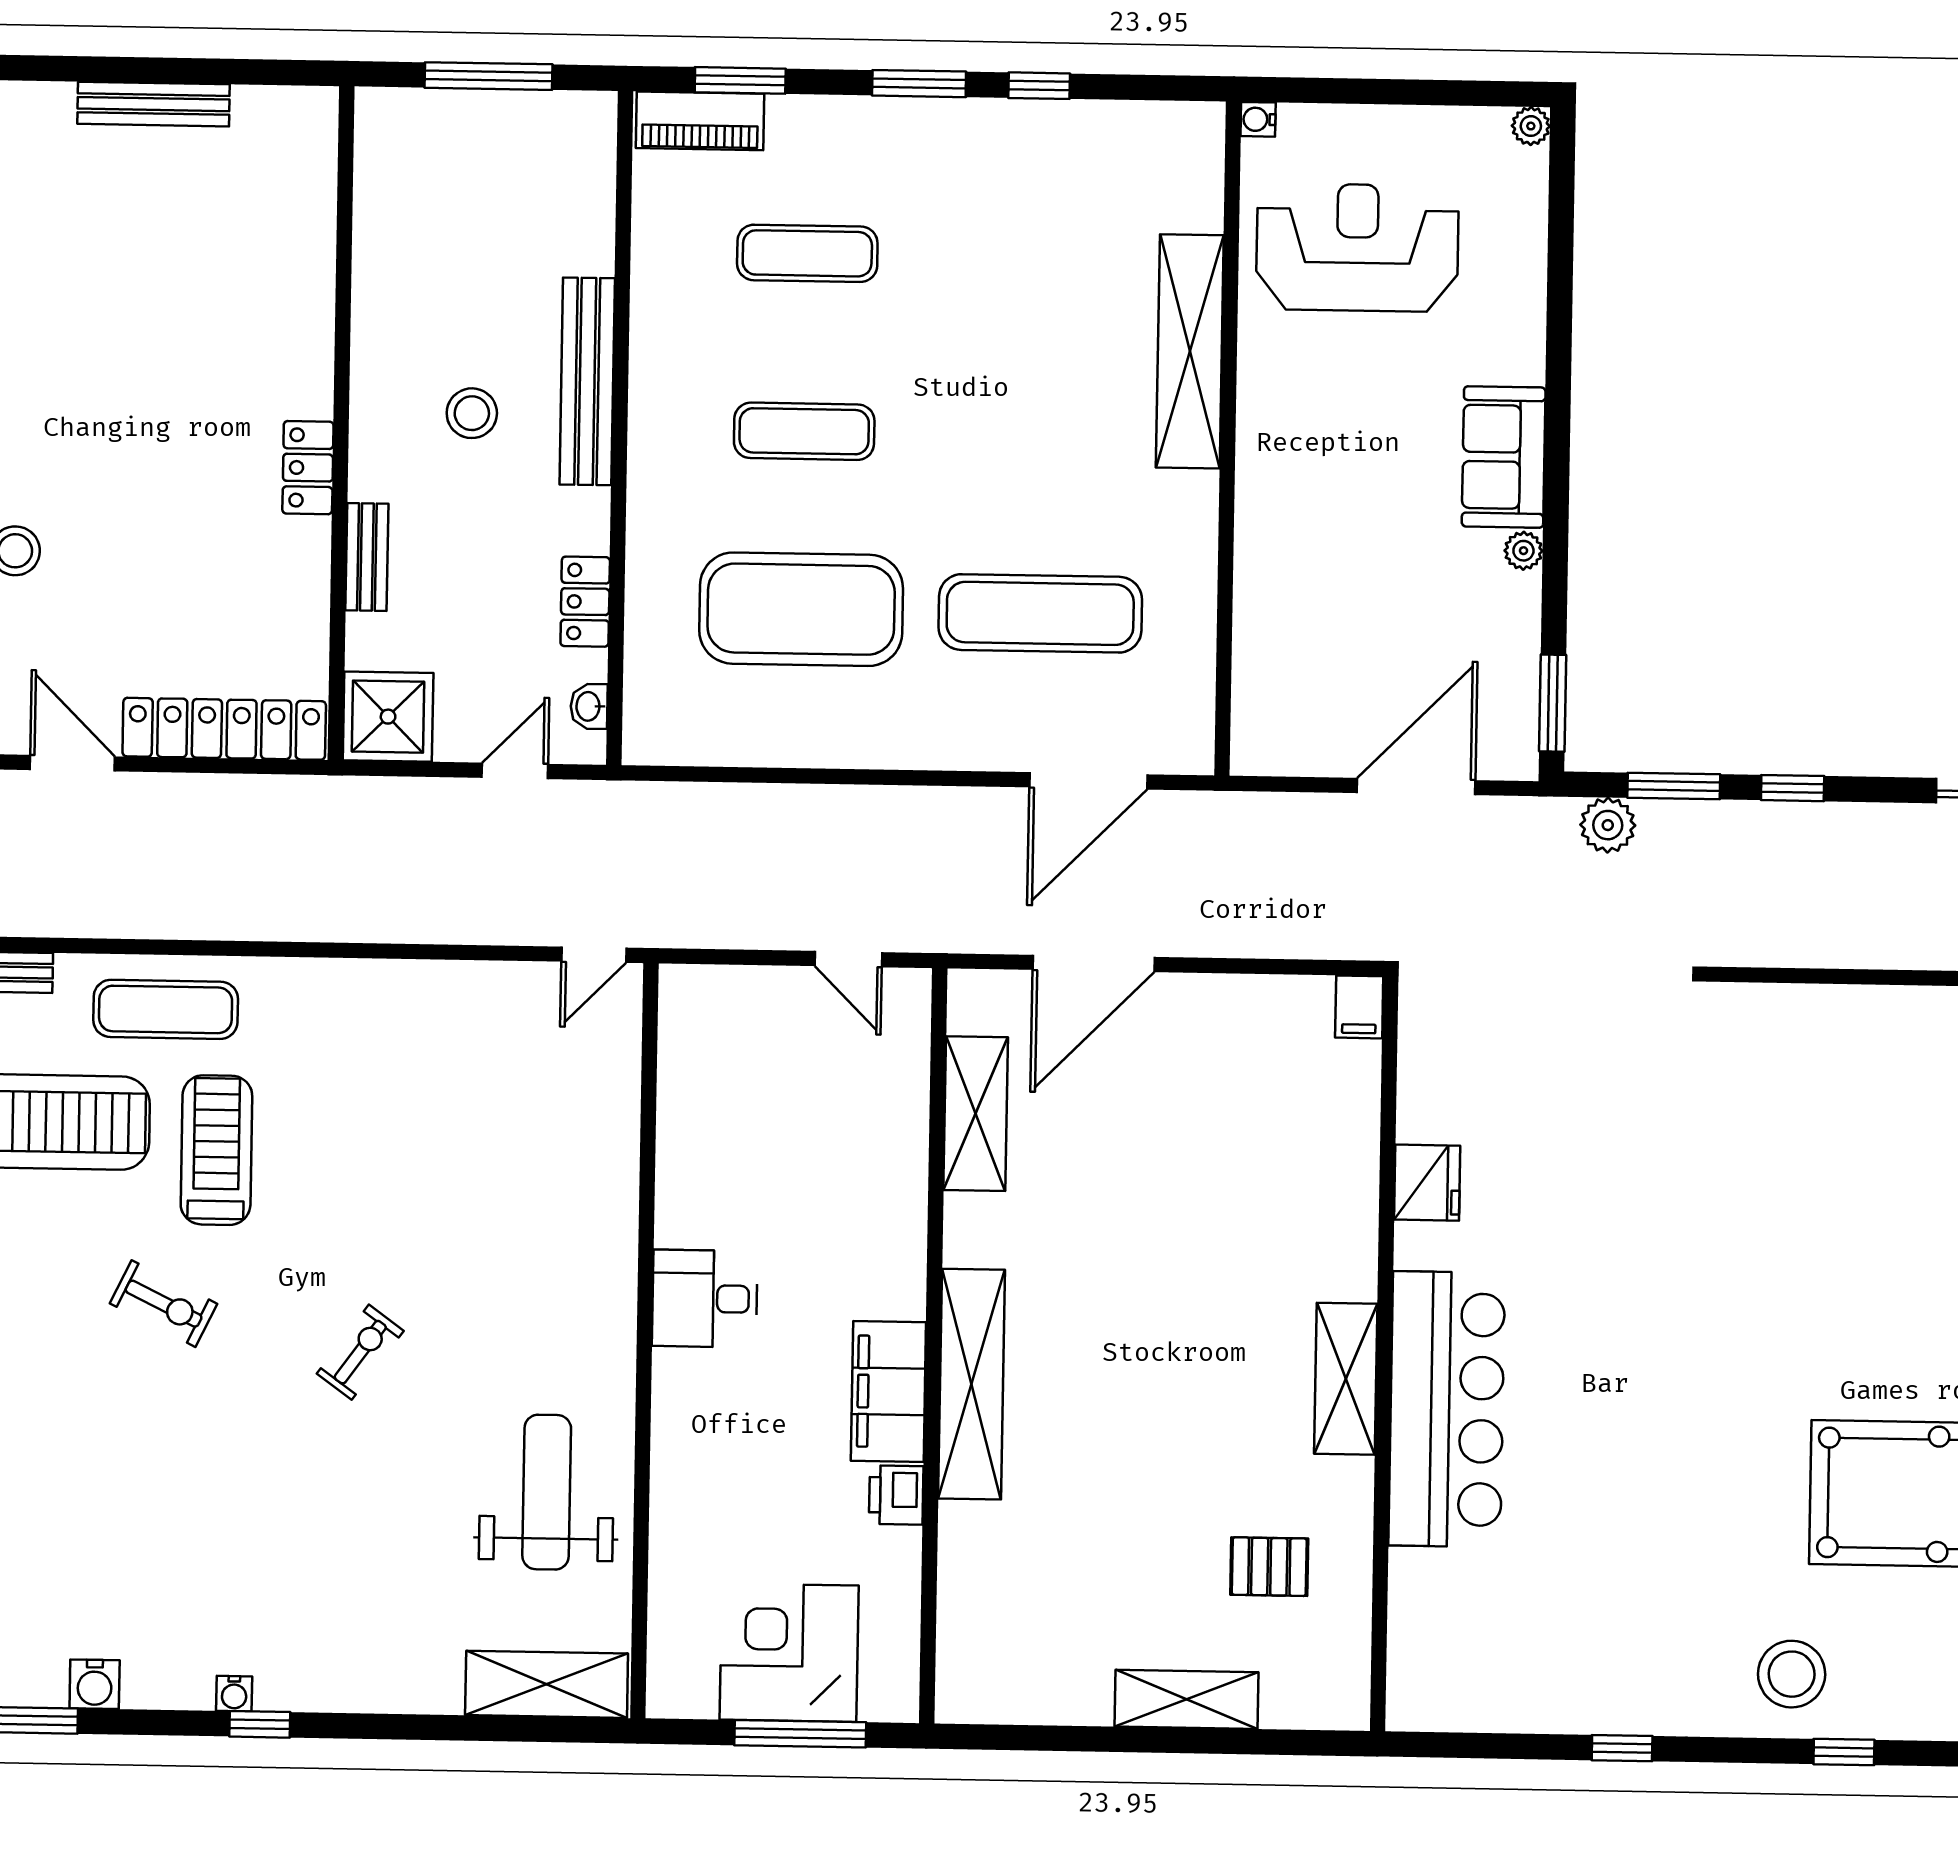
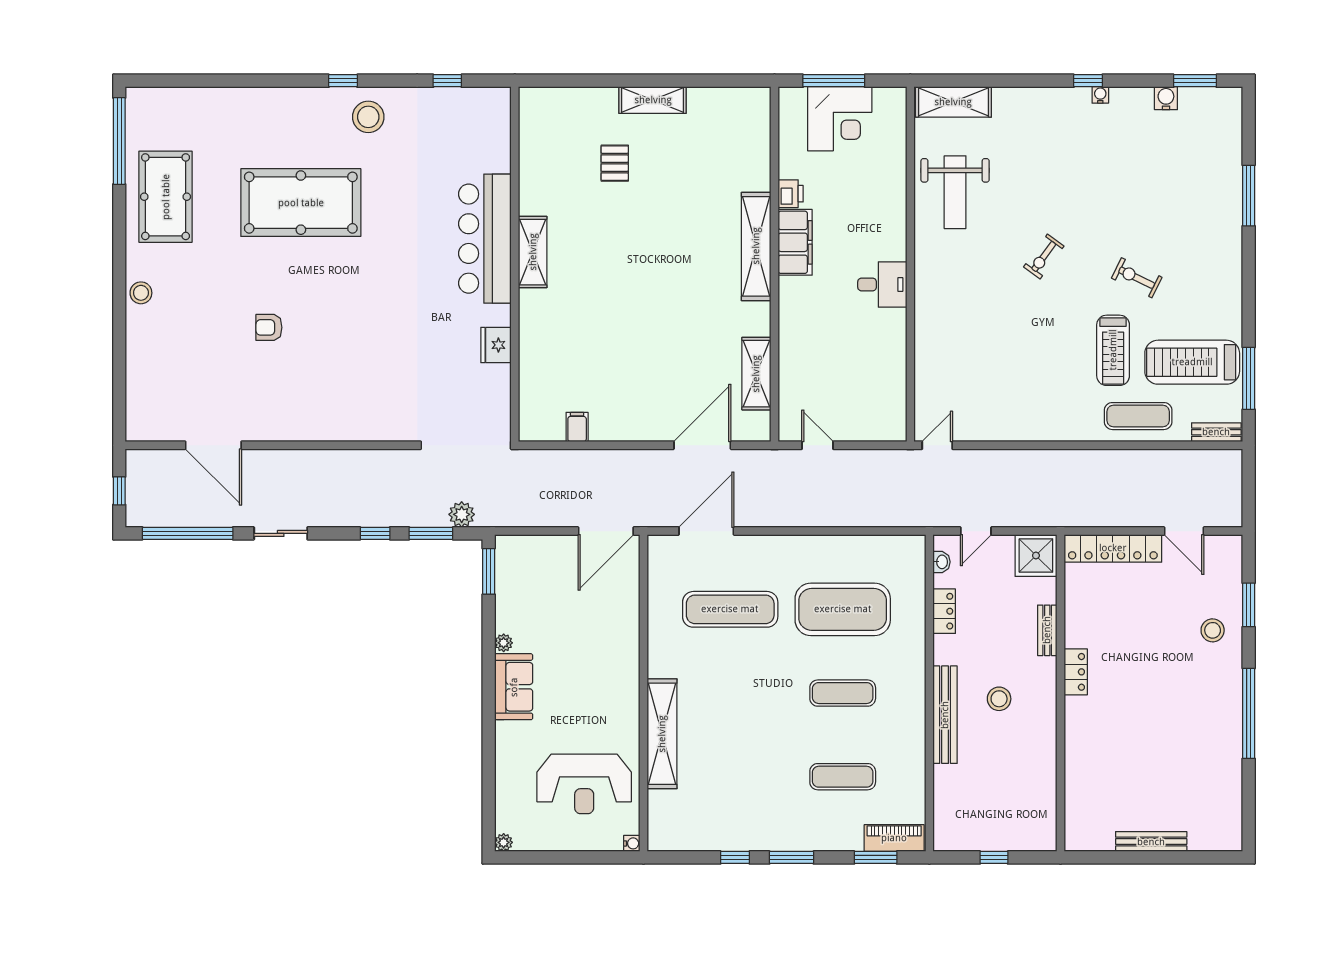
window: (489, 76) -> (994, 857), width x0.46
door: (1416, 787) -> (606, 531), moved
fridge: (1427, 1183) -> (496, 345), moved
wall: (1384, 1354) -> (515, 264), moved
shelving: (1346, 1379) -> (533, 252), moved
bar counter: (1447, 1409) -> (485, 239), moved
pallet: (1269, 1567) -> (615, 163), turned 90

